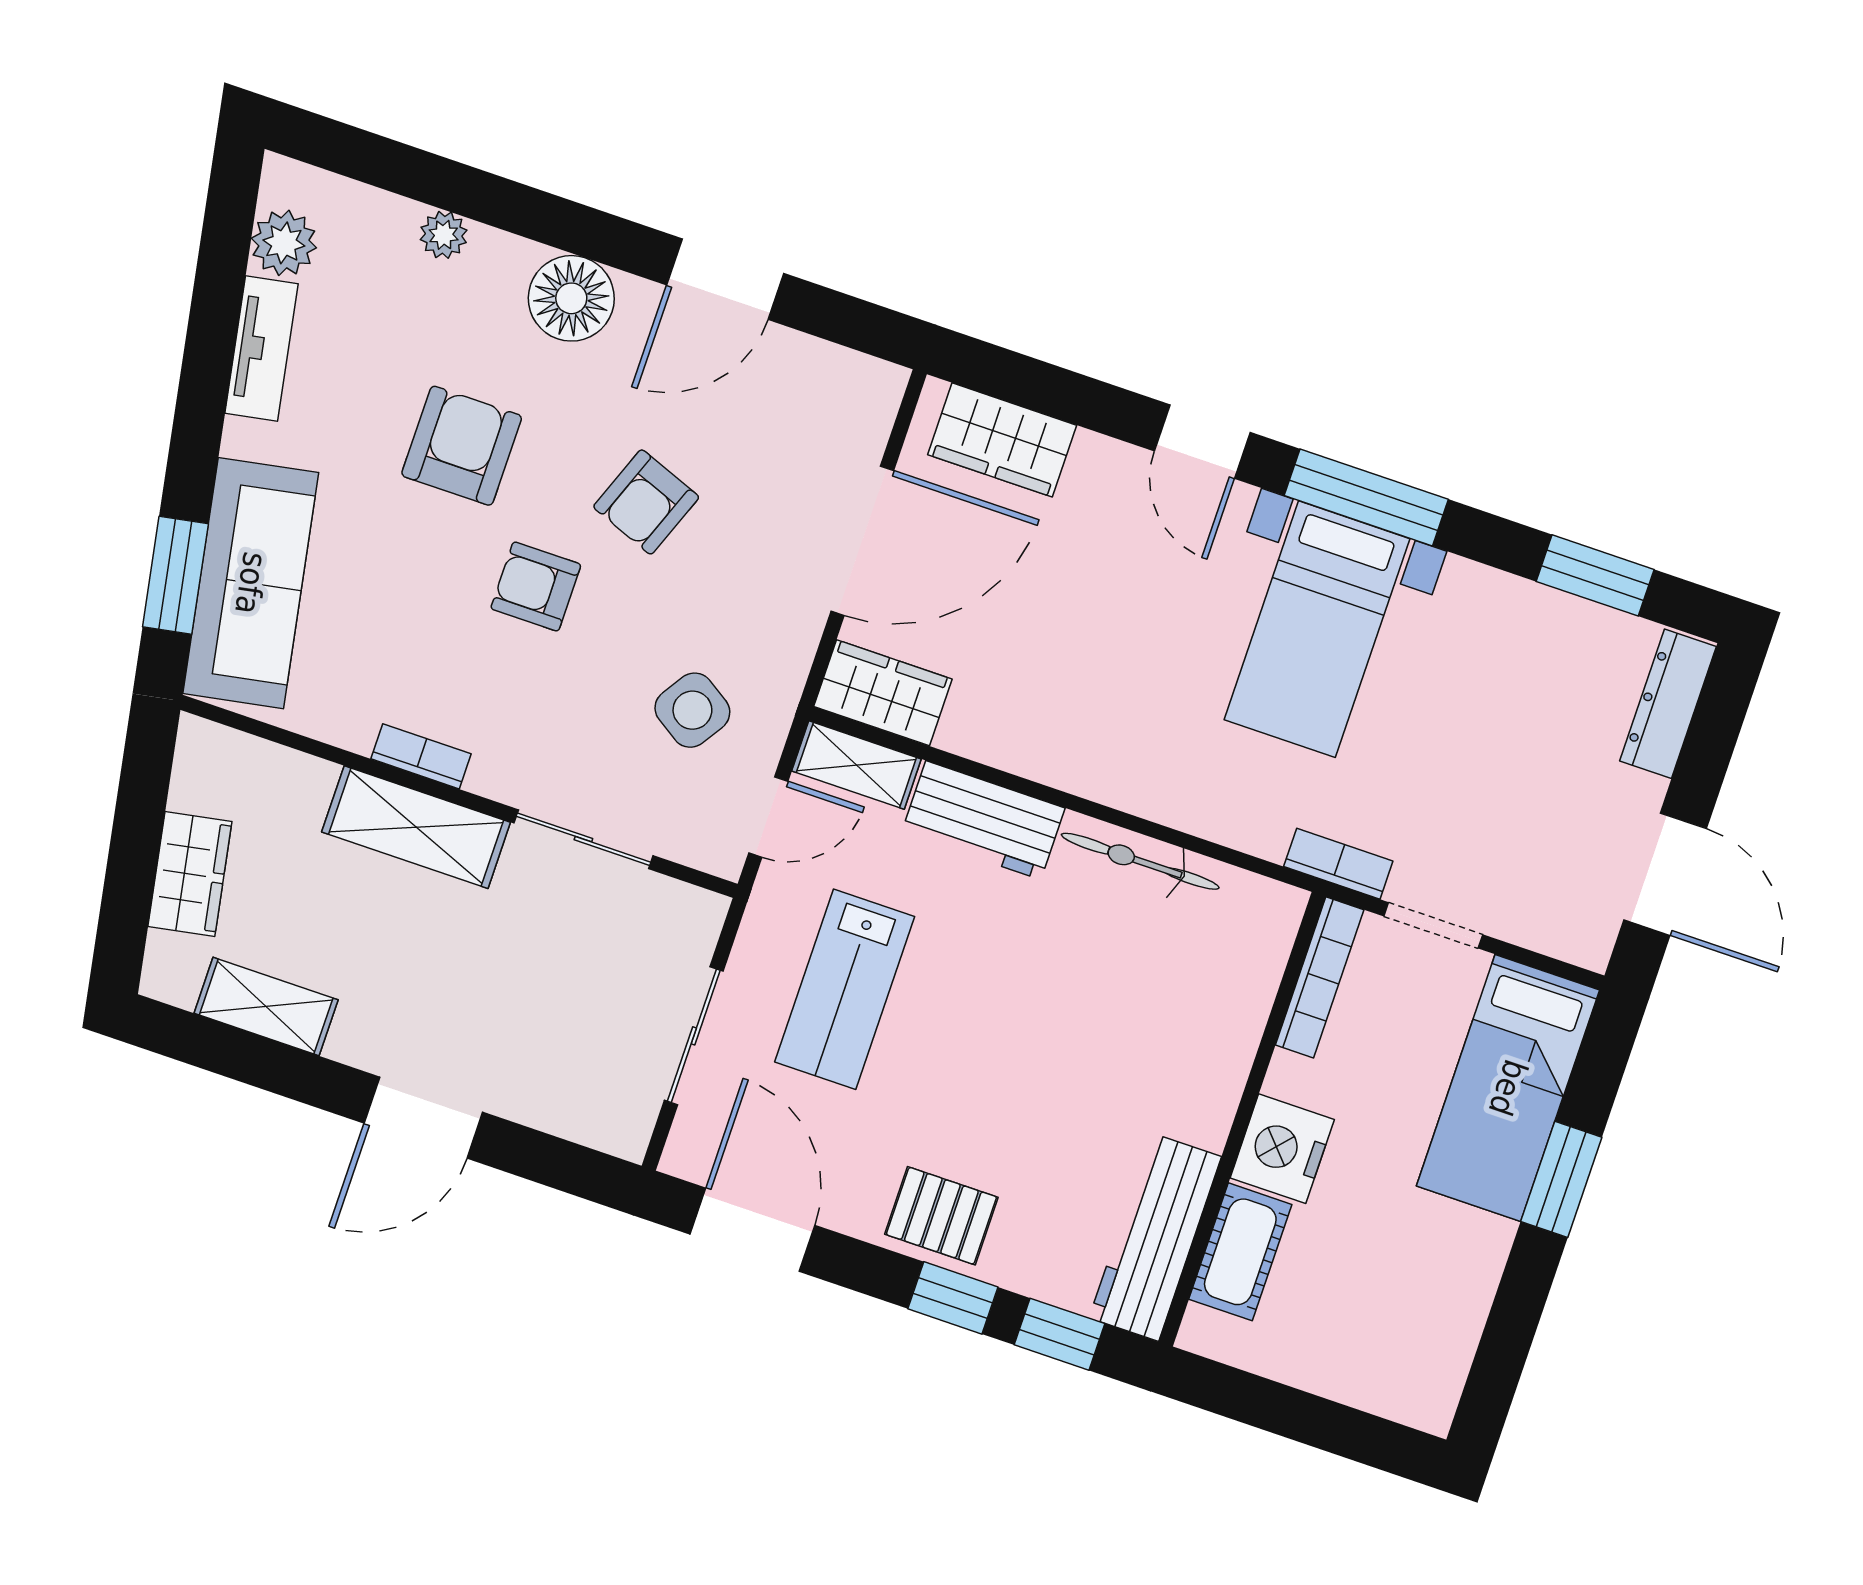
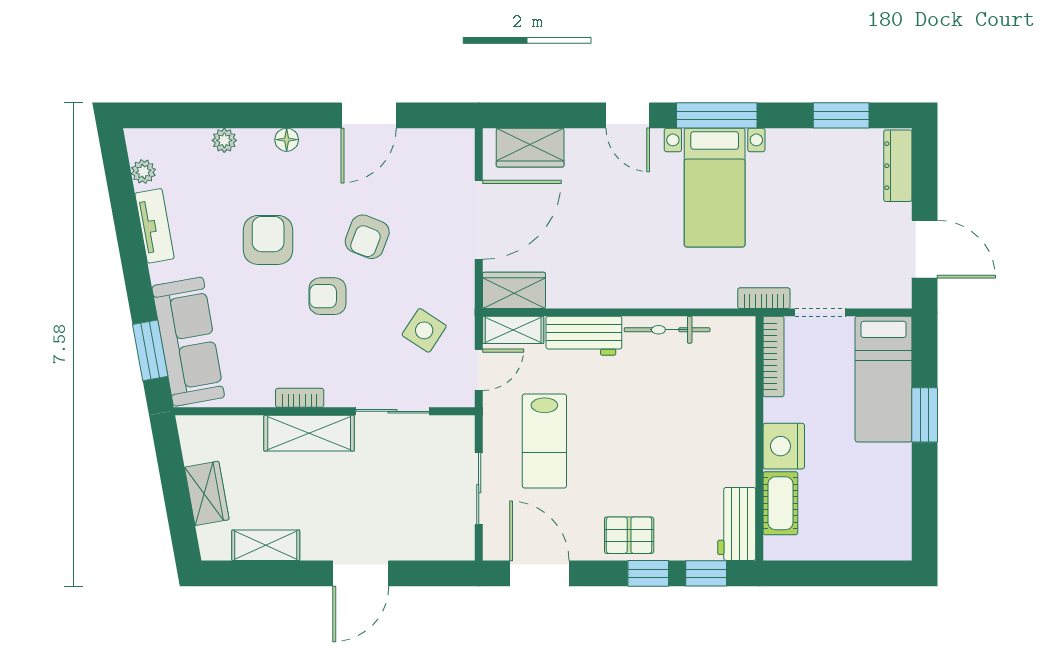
plant: (284, 243) -> (143, 172), width x0.73, depth x0.73
floor lamp: (571, 298) -> (287, 140), width x0.53, depth x0.53
workbench: (1155, 1237) -> (737, 524), width x0.73

